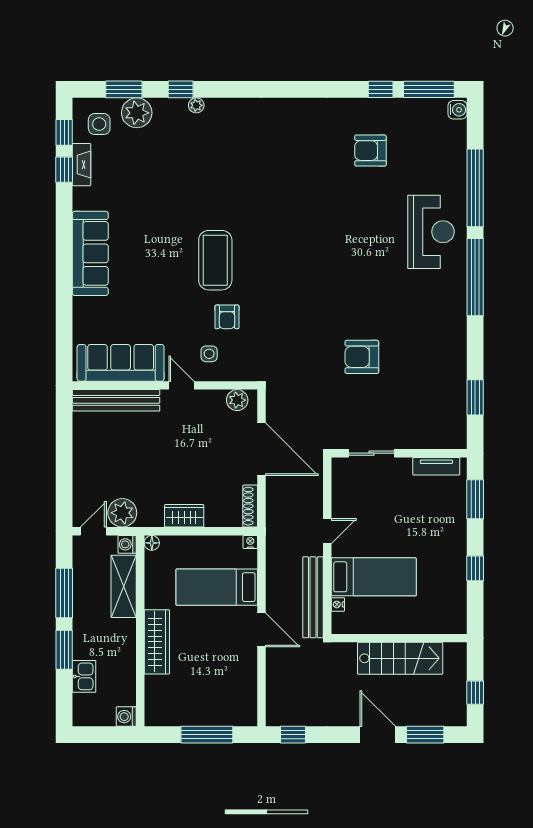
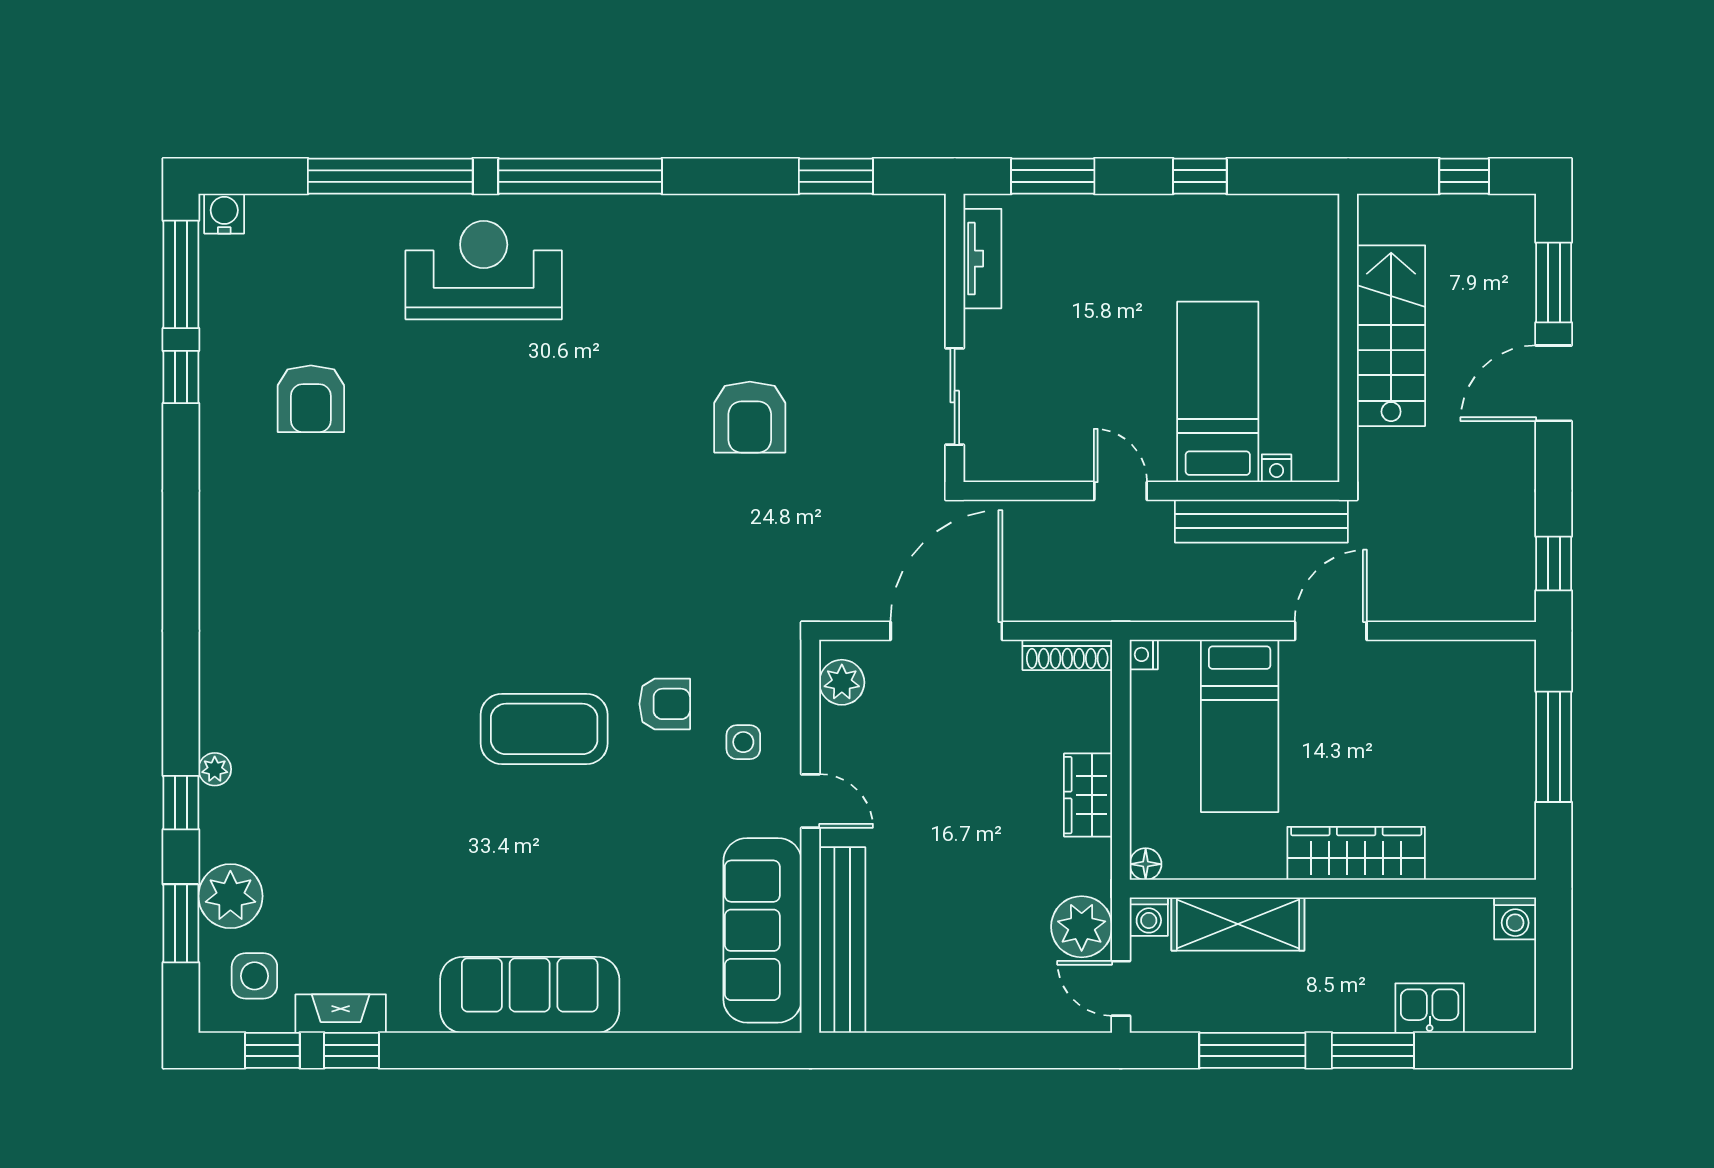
door: (181, 385) -> (810, 801), swing flipped

